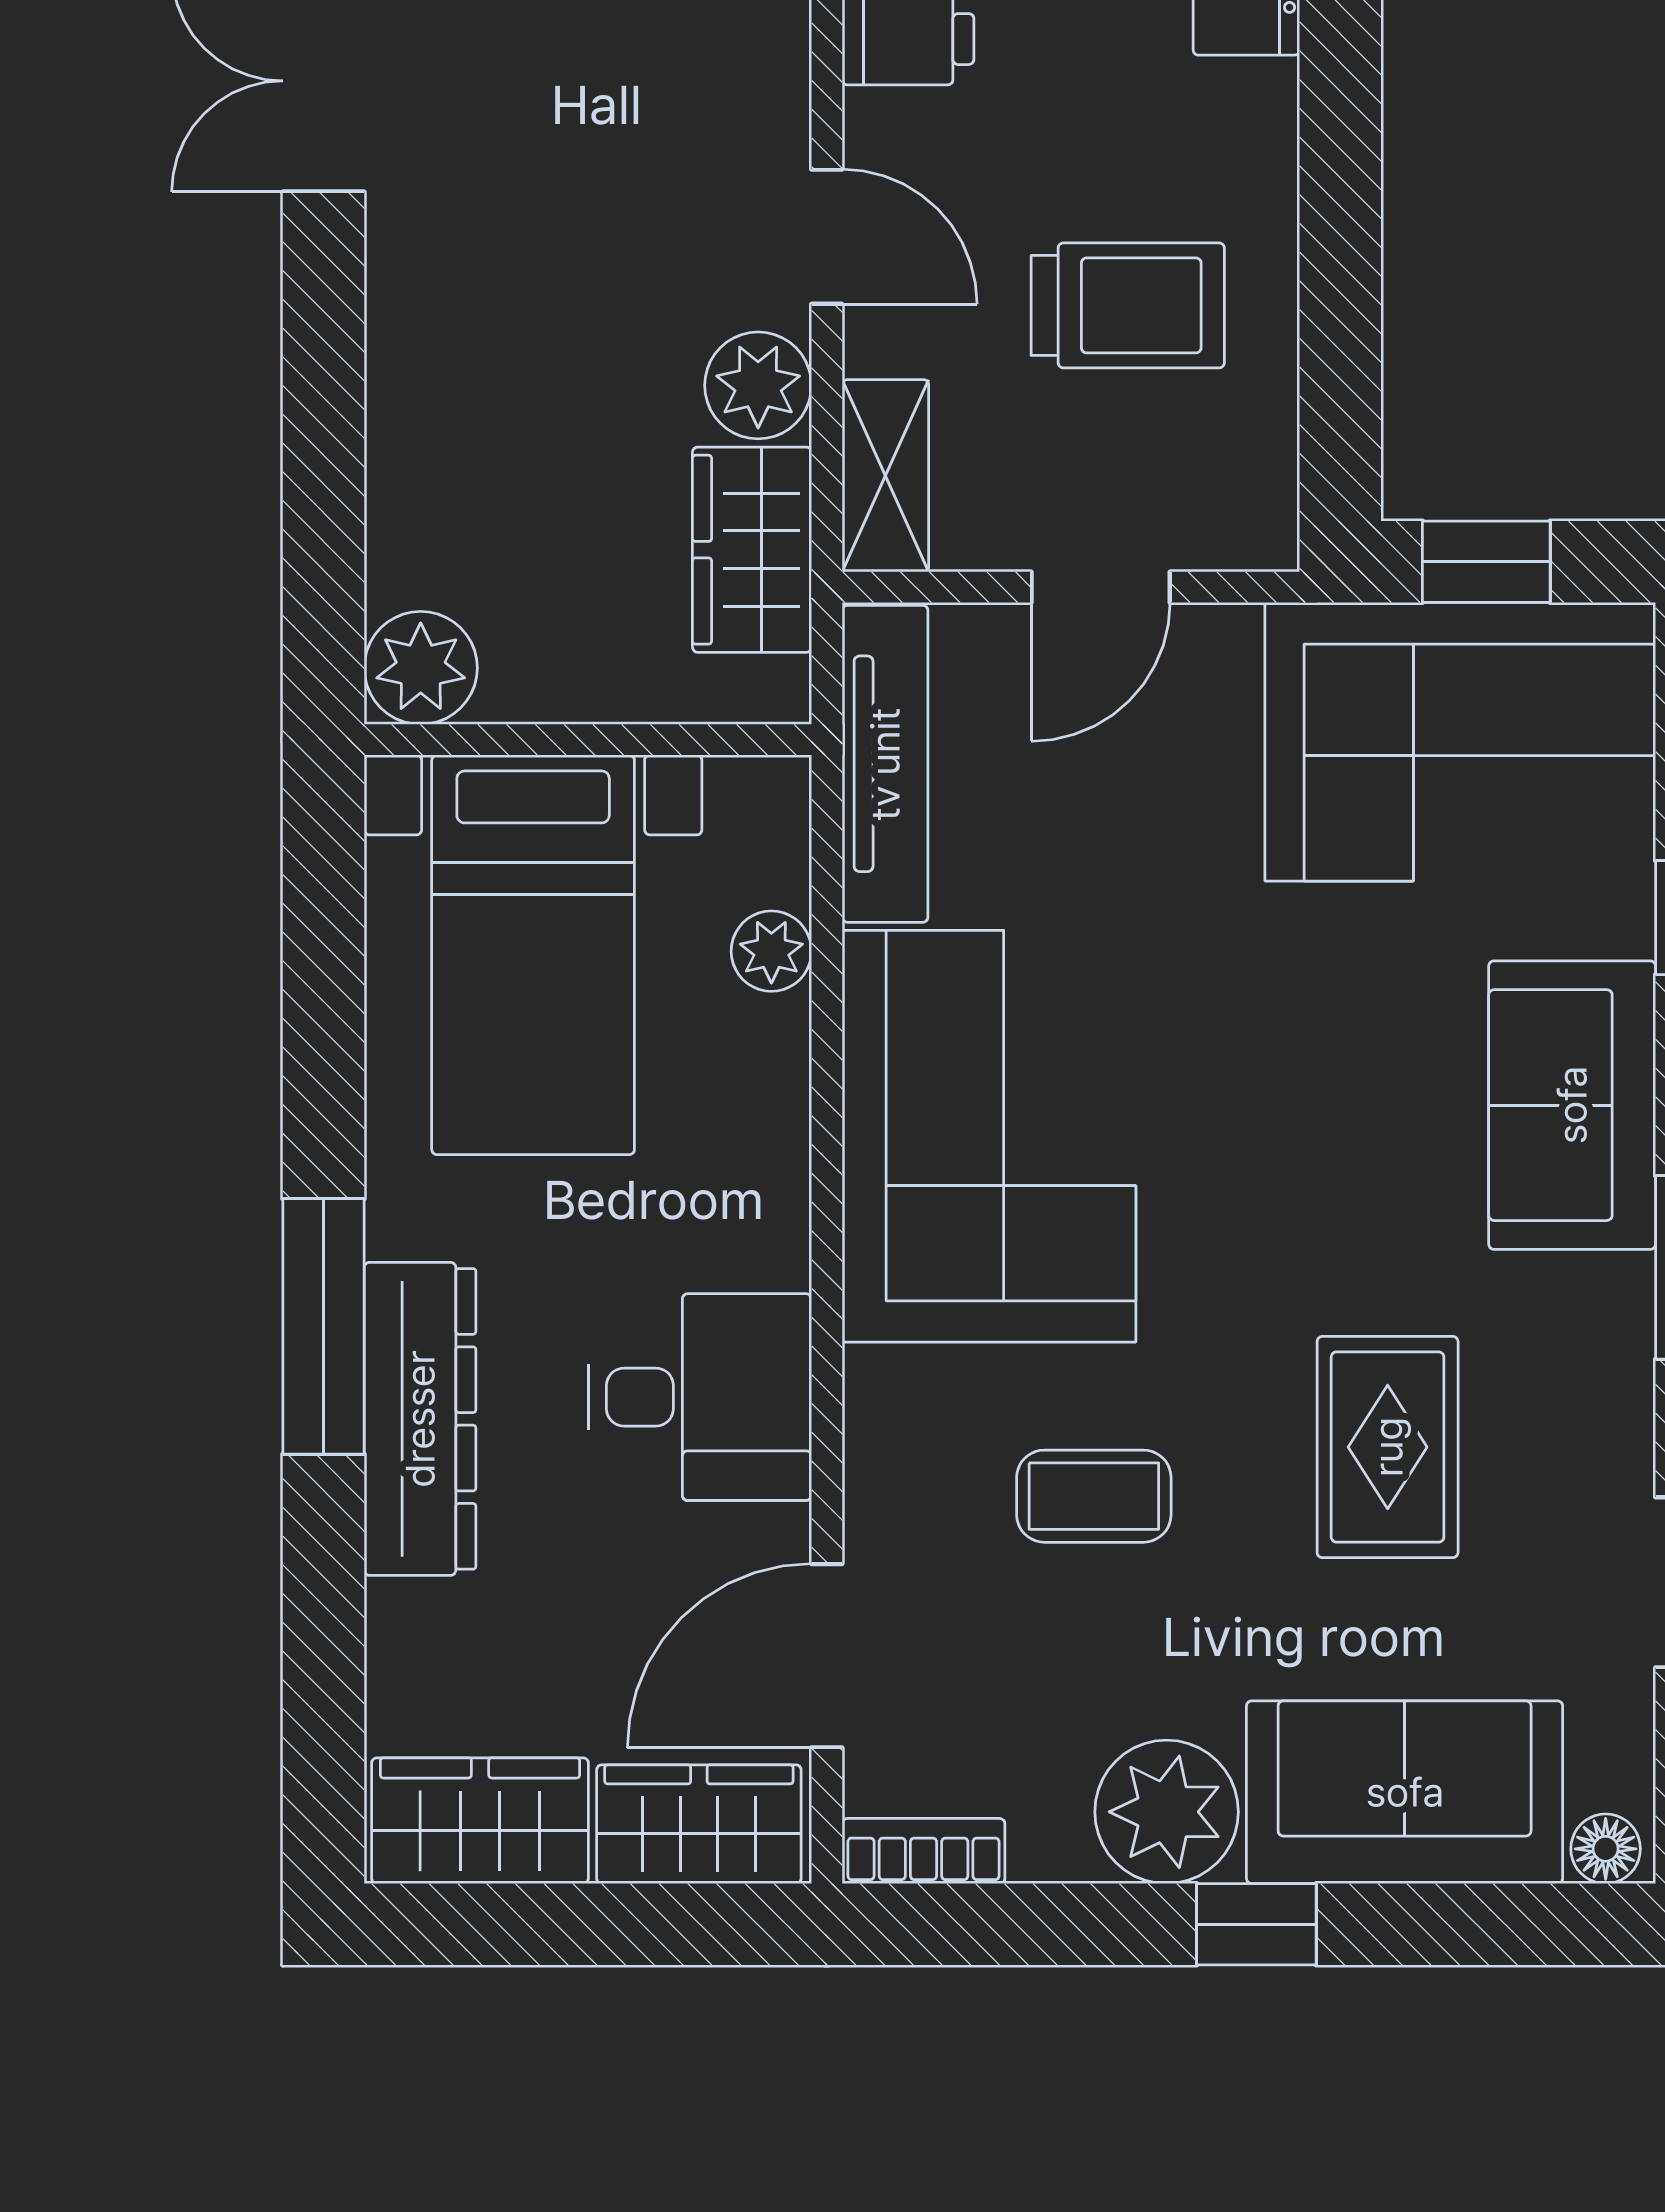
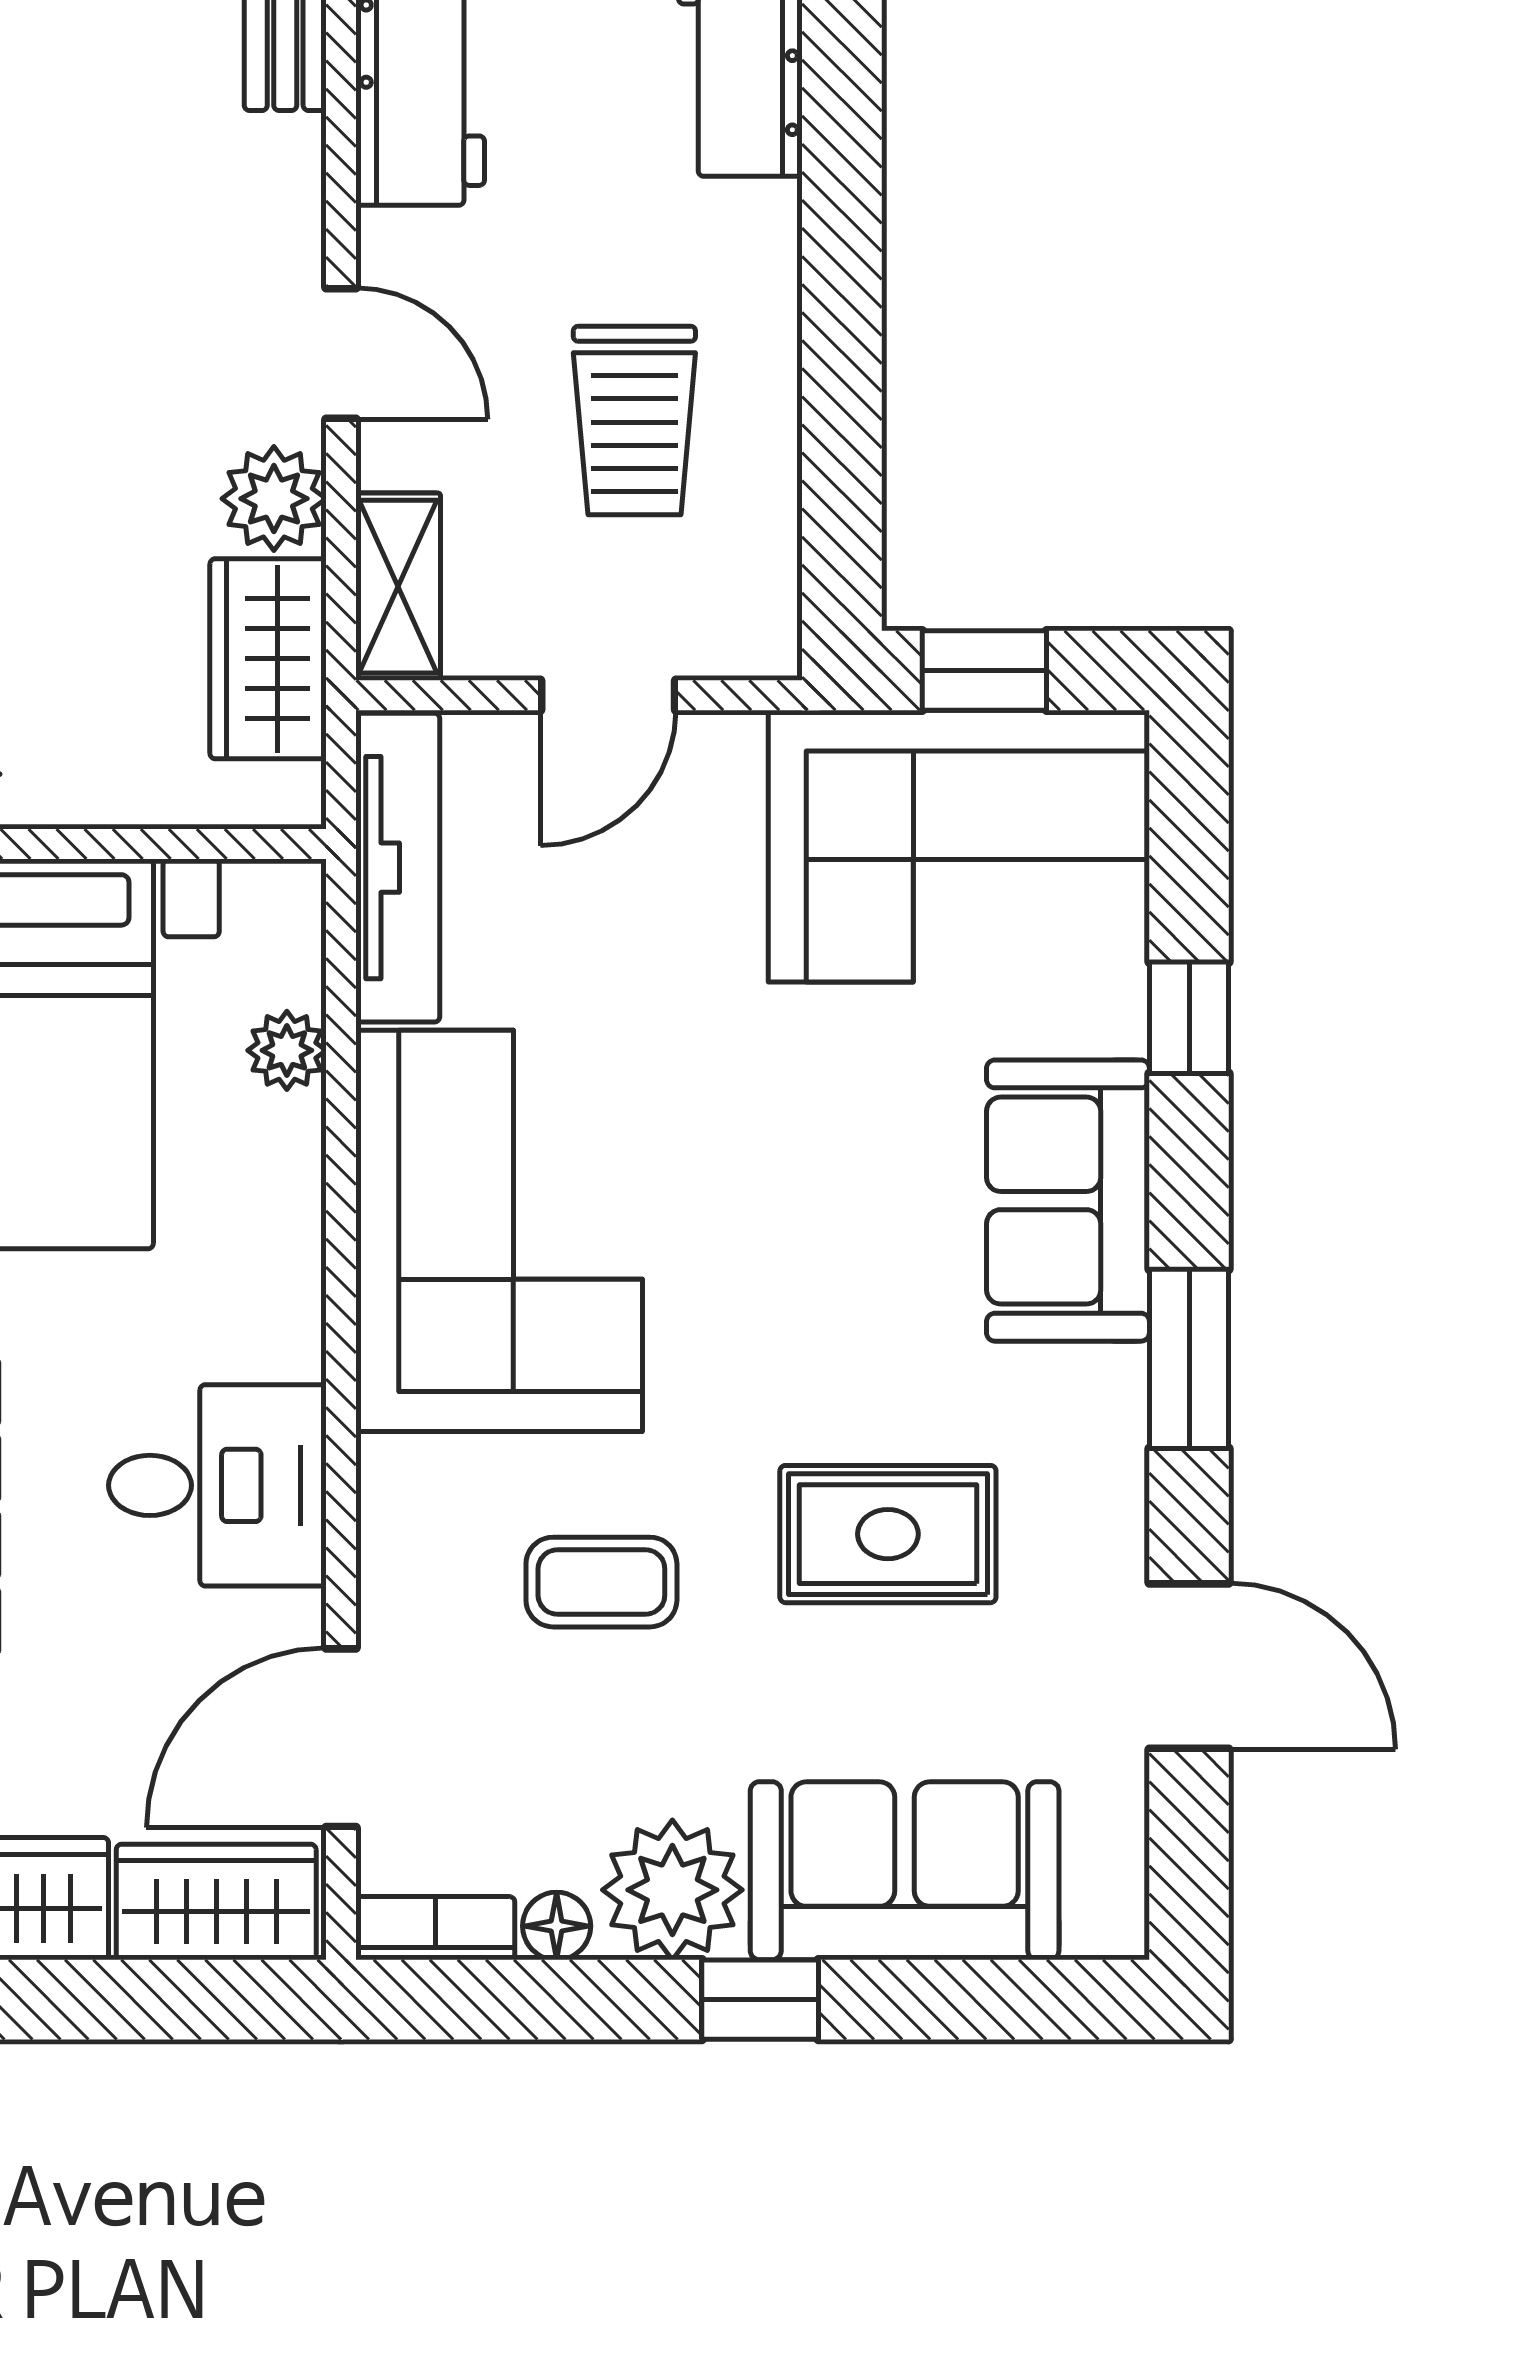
trolley: (1128, 305) -> (634, 421), turned 90
rug: (1388, 1447) -> (888, 1534), turned 90
floor lamp: (1606, 1849) -> (557, 1926), moved

